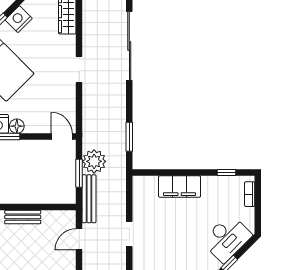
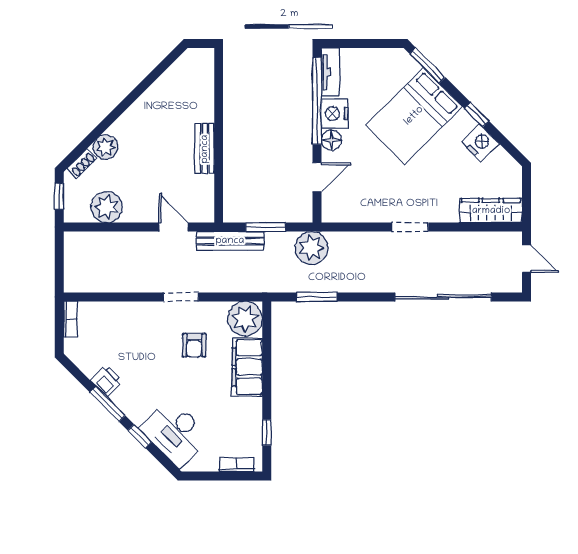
door: (62, 137) -> (317, 177), moved
plant: (94, 161) -> (311, 248), moved
plant: (145, 188) -> (245, 319), added
armchair: (164, 225) -> (194, 345), added

